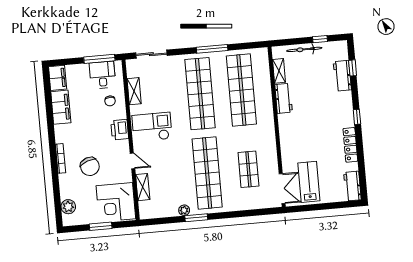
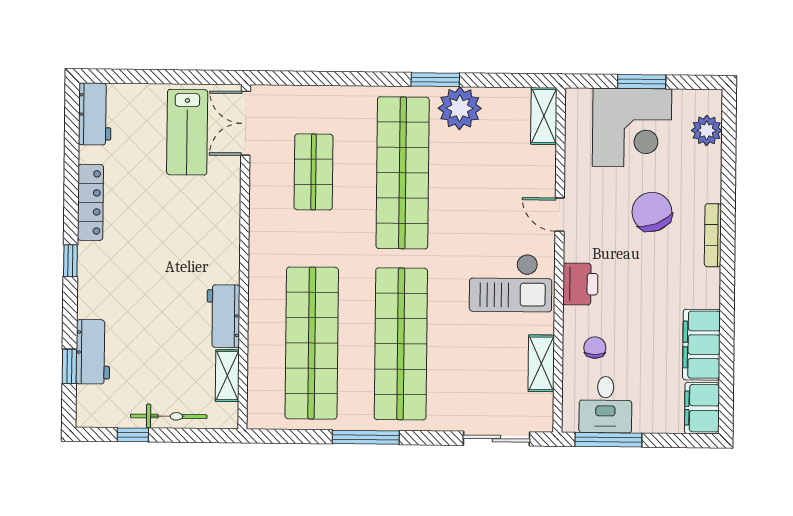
shelving: (143, 187) -> (544, 116), moved
corner desk: (116, 202) -> (632, 128), moved, turned 90
plant: (184, 210) -> (460, 108), width x1.88, depth x1.88

